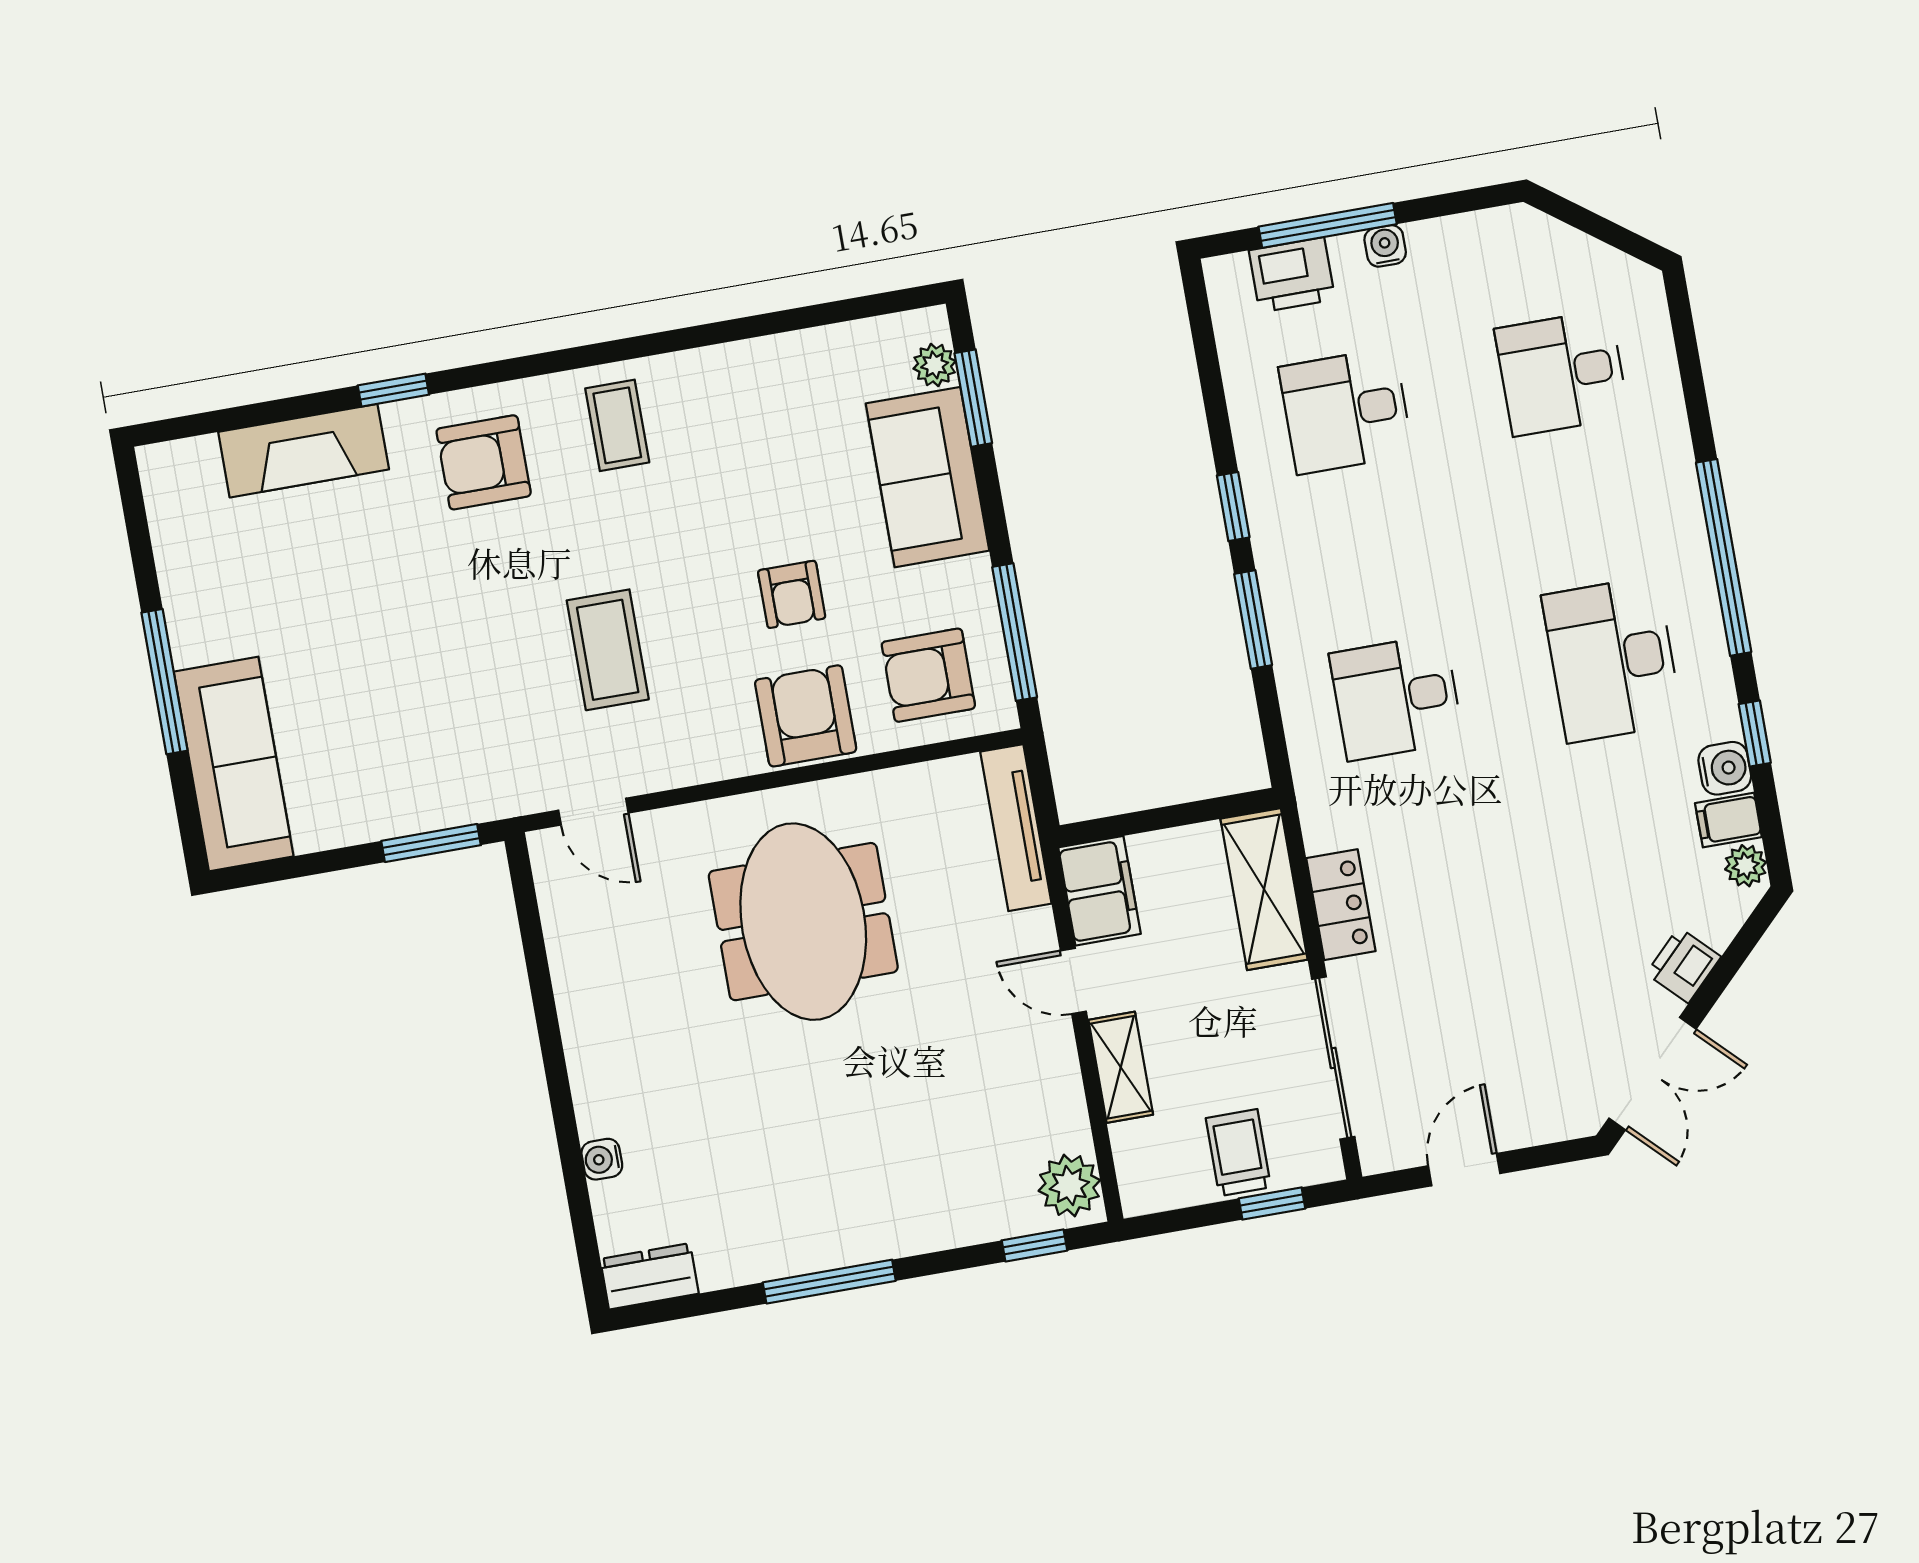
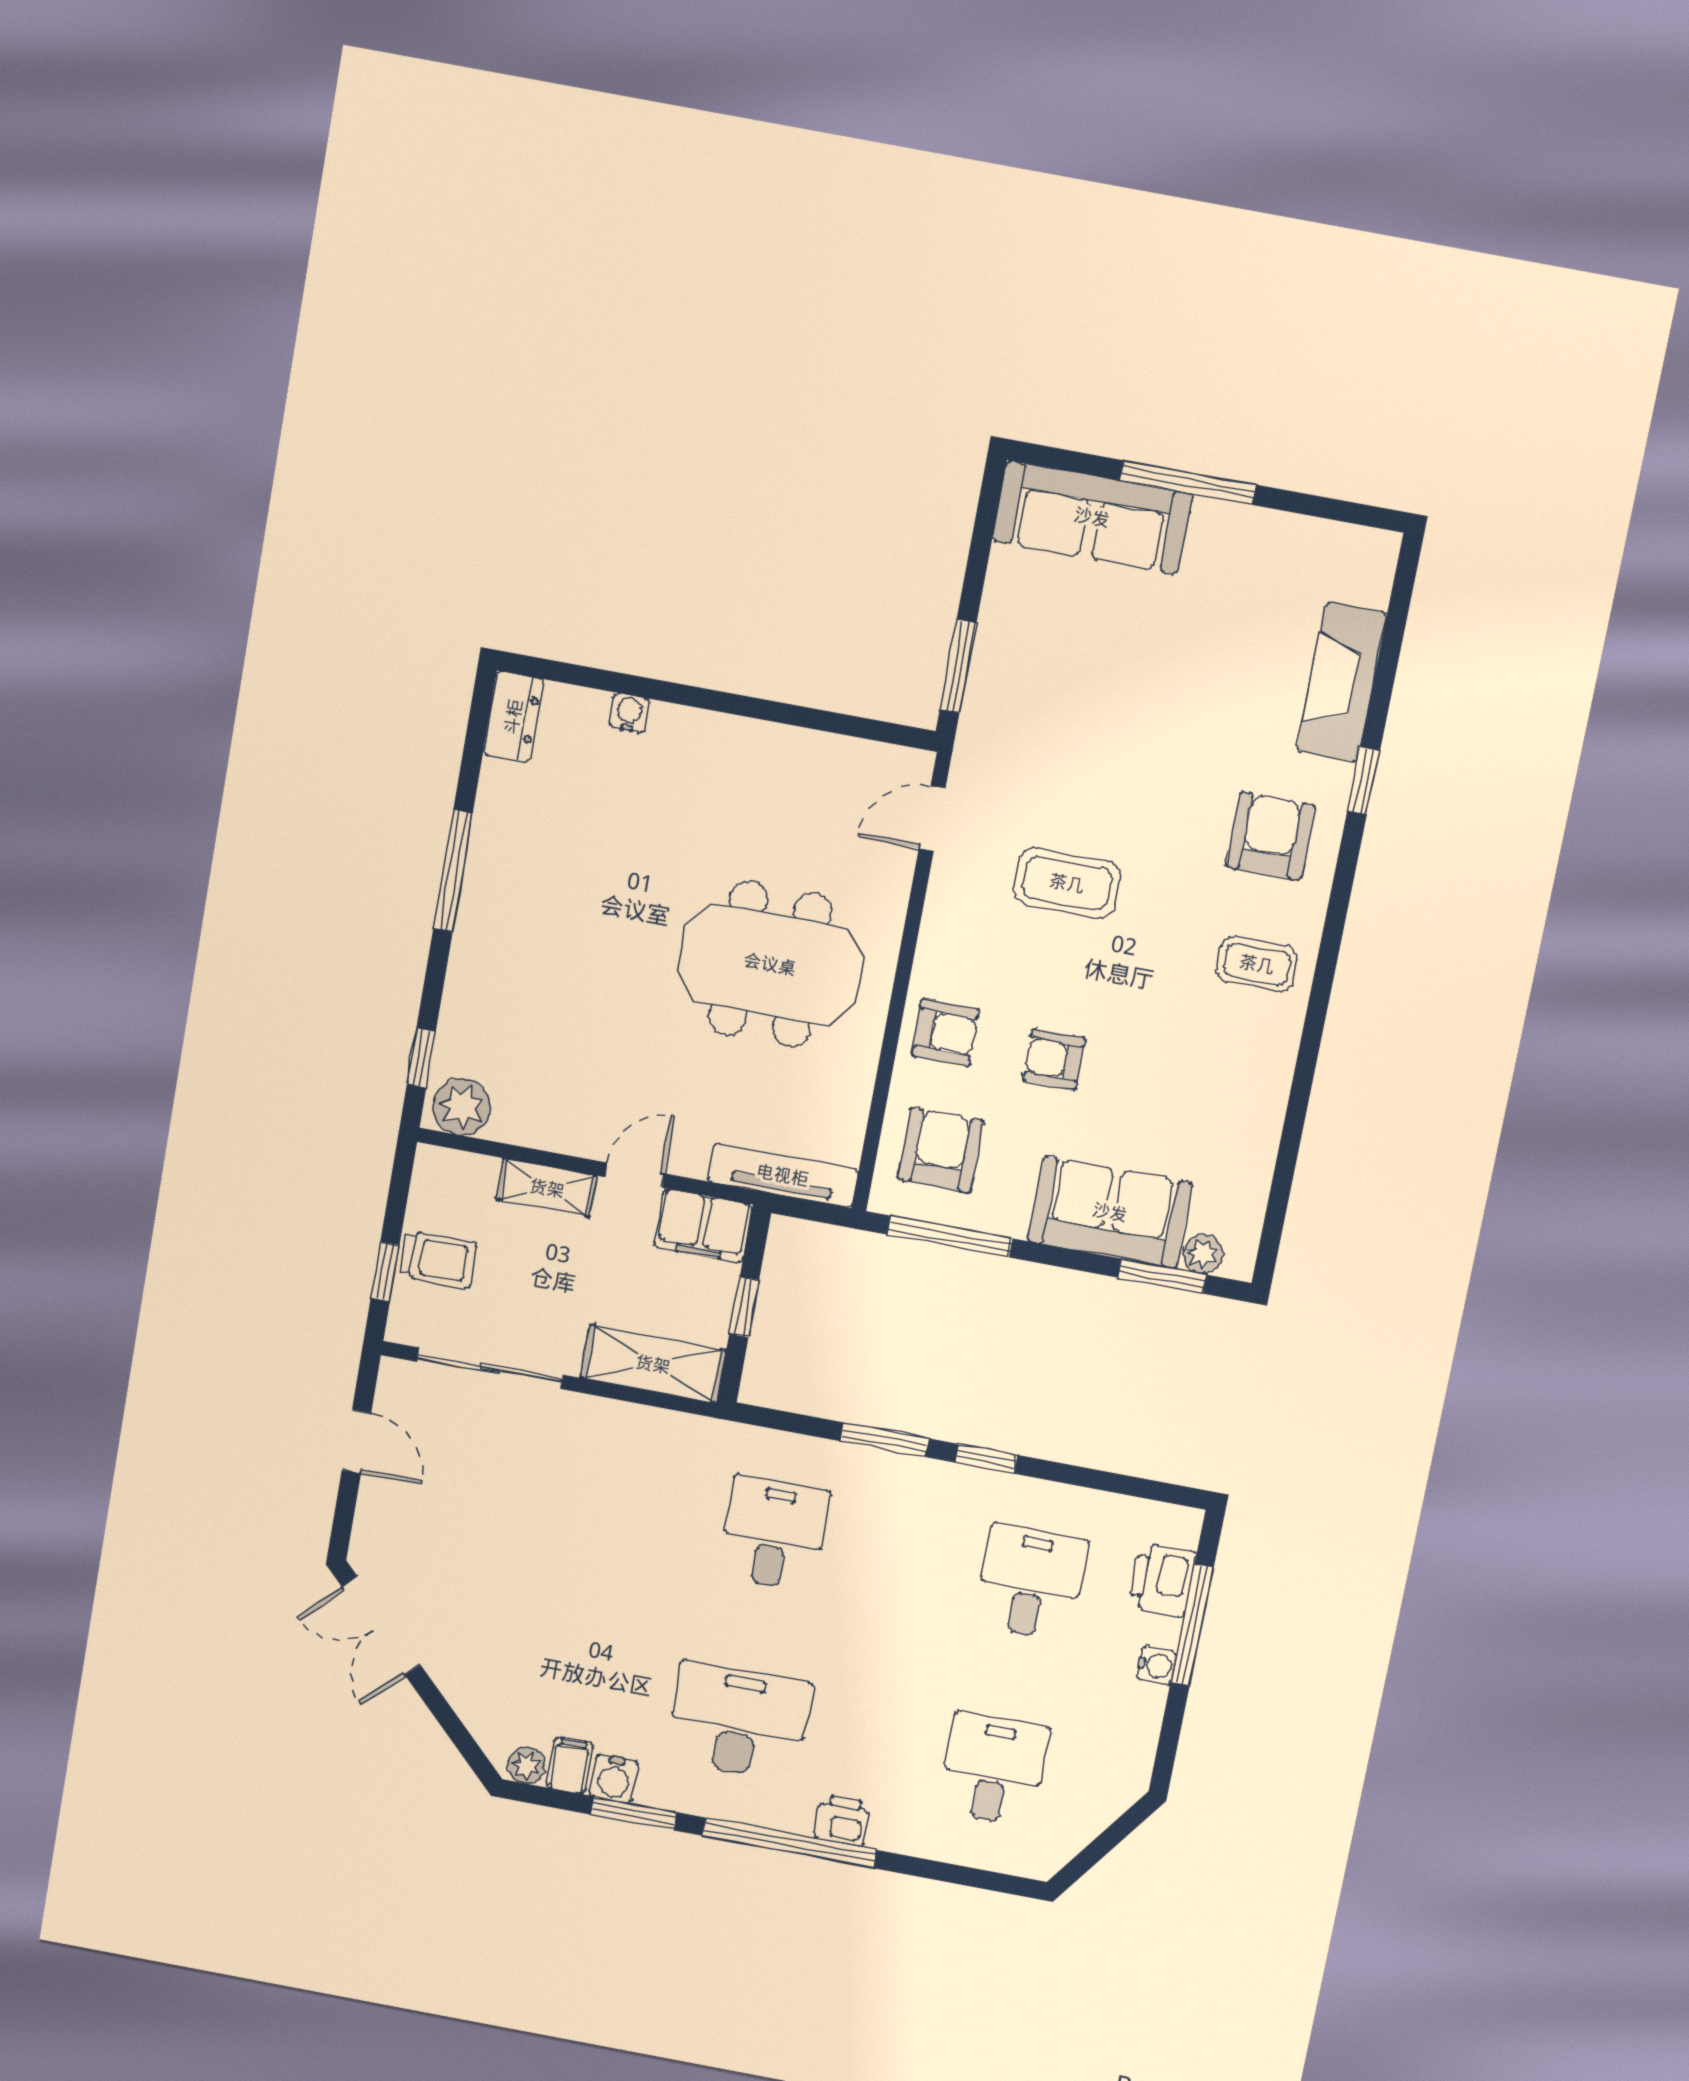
armchair: (806, 716) -> (946, 1032), width x0.72, depth x0.72
window: (1755, 733) -> (634, 1813), width x1.50
window: (1168, 817) -> (744, 1307), added
locker: (1341, 905) -> (617, 1423), removed
printer: (1683, 965) -> (842, 1820), moved, turned -45

